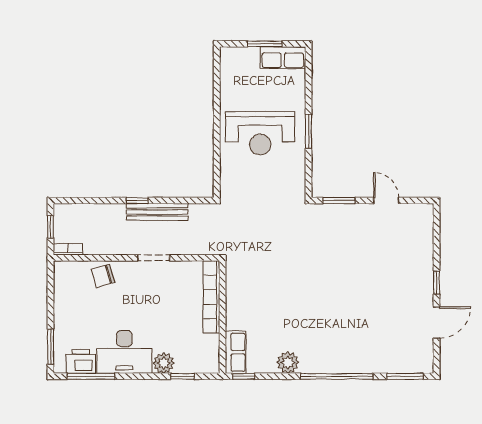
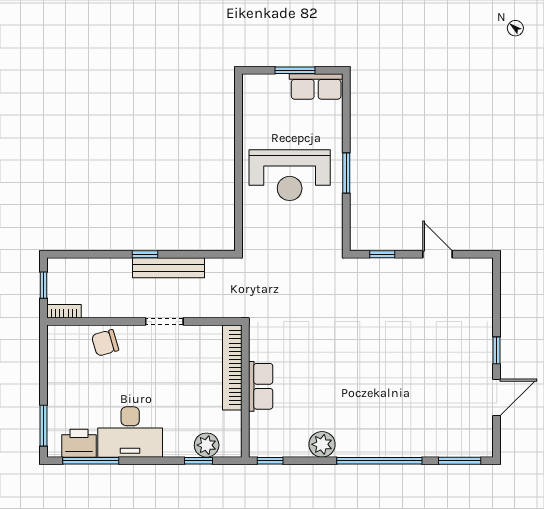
window: (339, 201) -> (382, 254), width x0.67
row of seats: (236, 352) -> (261, 386), moved
plant: (164, 363) -> (207, 445), moved

